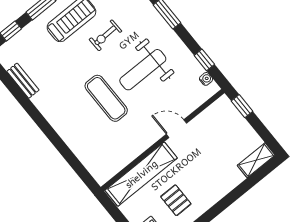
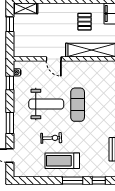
window: (242, 106) -> (10, 24), moved

